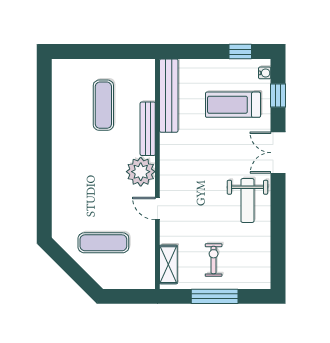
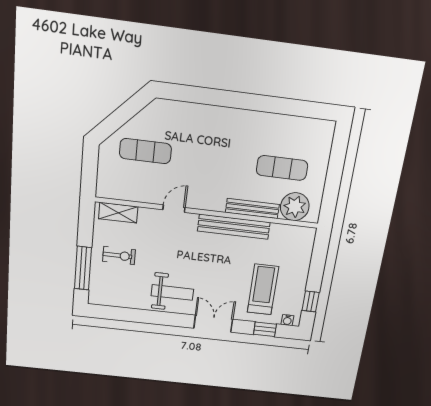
bench: (169, 96) -> (234, 227), moved
plant: (141, 172) -> (295, 207), moved
weight bench: (247, 200) -> (172, 292), turned 180
exercise mat: (103, 243) -> (145, 151), turned 90
window: (215, 296) -> (83, 268), moved

